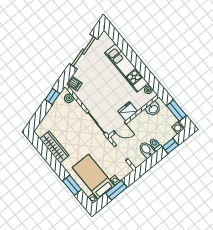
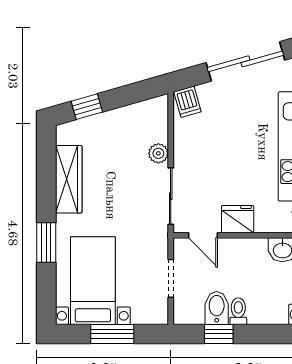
window: (52, 97) -> (87, 107), moved
plant: (69, 98) -> (158, 153), moved
window: (170, 146) -> (219, 334), moved
window: (72, 185) -> (46, 243), moved

